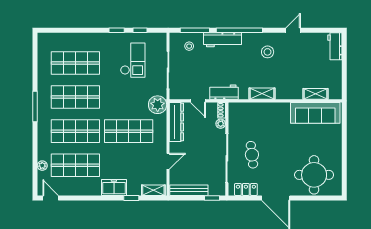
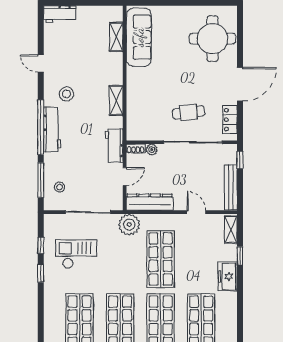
workbench: (222, 40) -> (52, 129), moved

